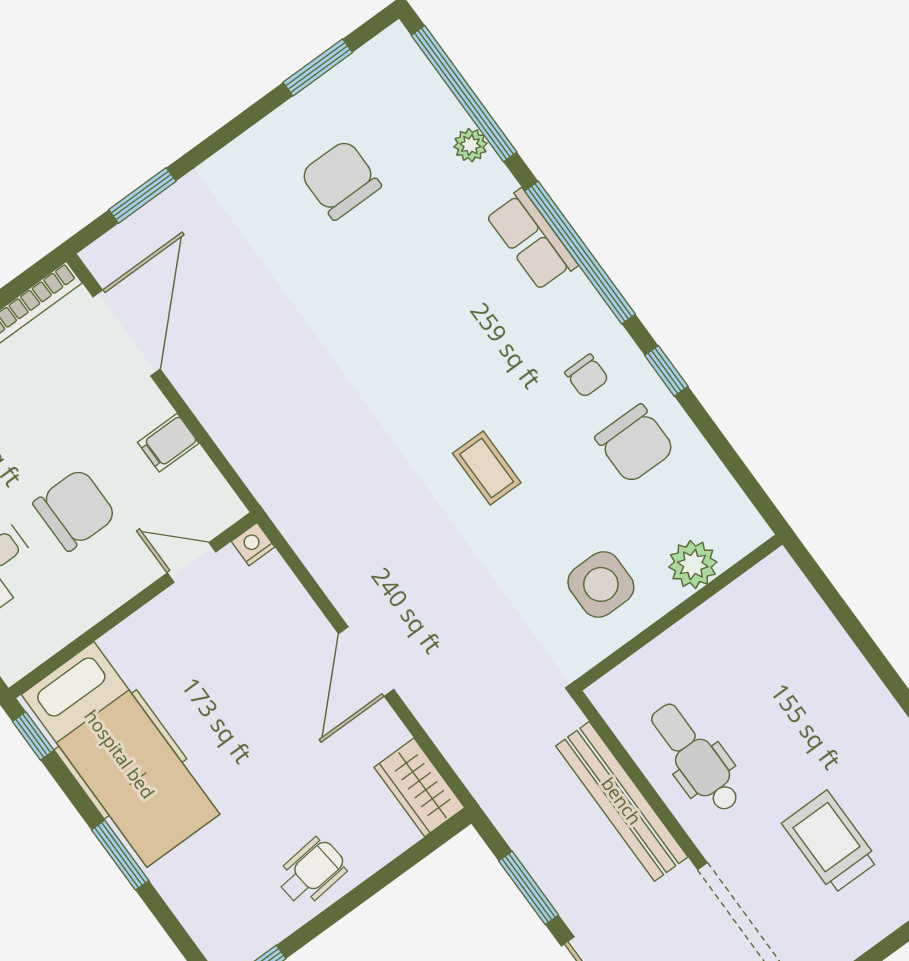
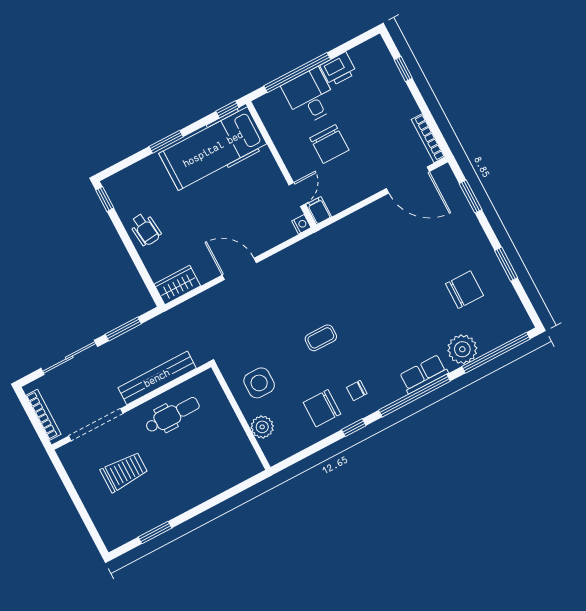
window: (318, 67) -> (506, 264), moved
plant: (470, 145) -> (462, 349), width x1.88, depth x1.88
filing cabinet: (168, 443) -> (319, 211), moved

